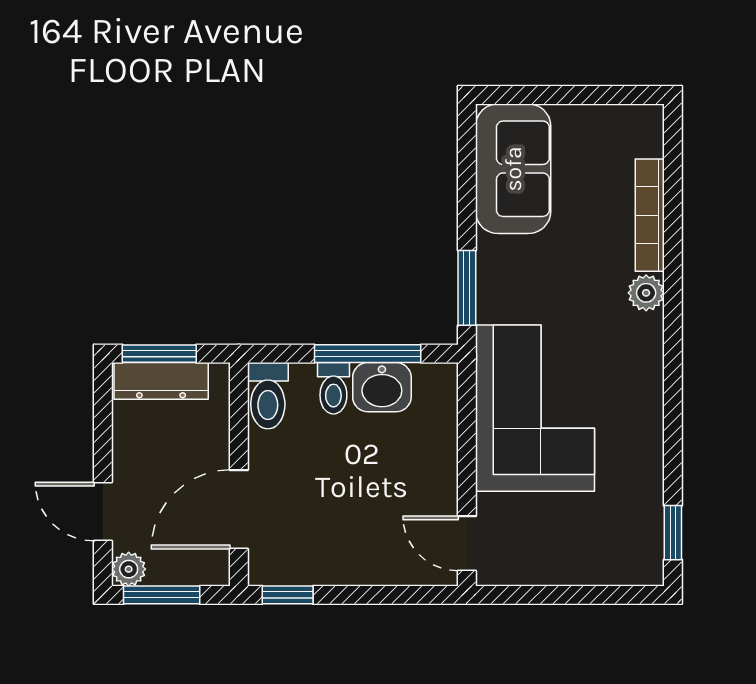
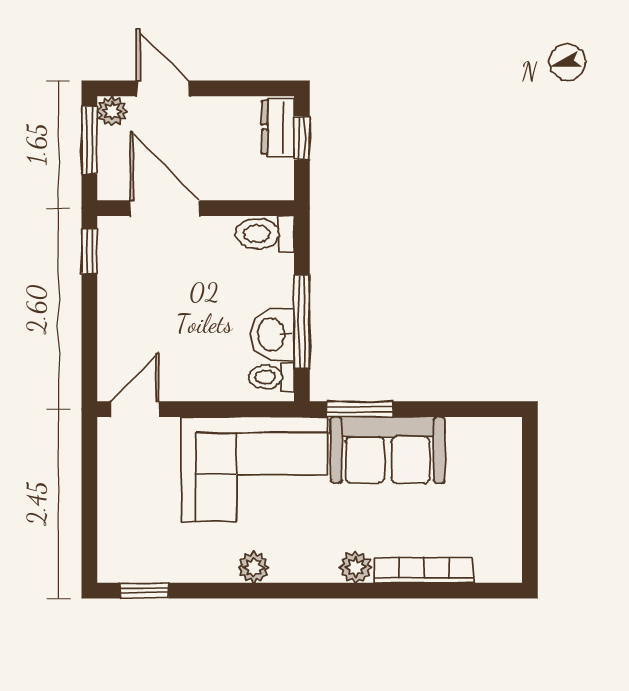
sofa: (513, 169) -> (388, 450), moved
window: (159, 354) -> (302, 138), width x0.67
dresser: (161, 381) -> (278, 127), width x0.70
toilet: (333, 388) -> (271, 377), moved
plant: (647, 409) -> (253, 567), added
door: (103, 512) -> (163, 88), hinge flipped

